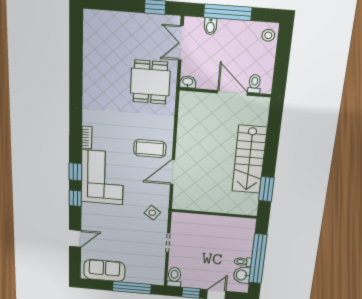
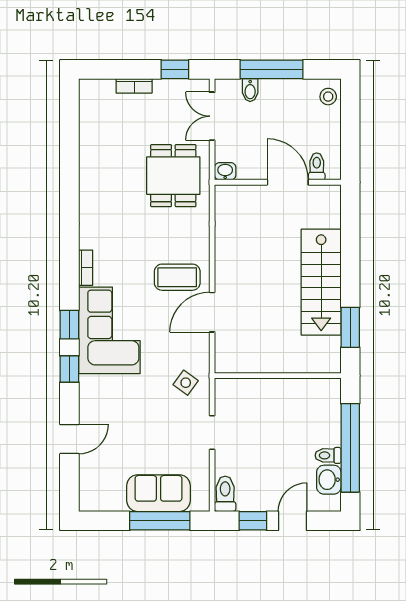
bookcase: (124, 17) -> (134, 86), added
sofa: (104, 271) -> (159, 493), moved

